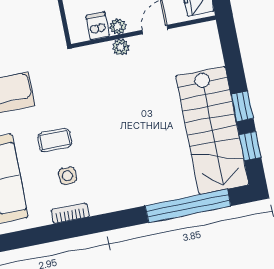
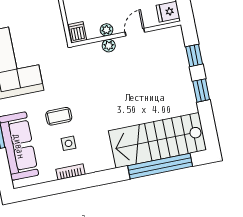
dishwasher: (98, 26) -> (78, 32), moved
stairs: (212, 130) -> (157, 140), moved, turned 90
window: (250, 146) -> (194, 55), moved

